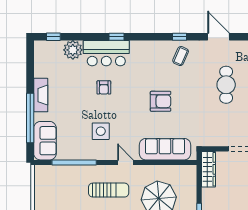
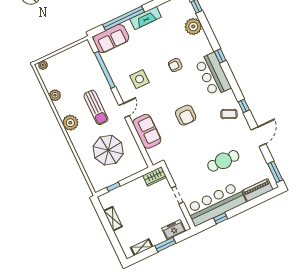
bar counter: (106, 53) -> (213, 75), moved
sofa: (165, 149) -> (147, 131), width x0.73
wardrobe: (208, 169) -> (155, 176), width x0.67

